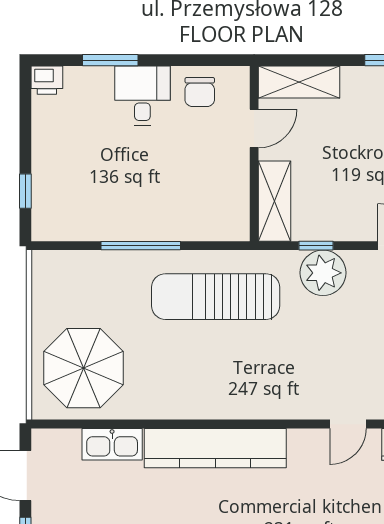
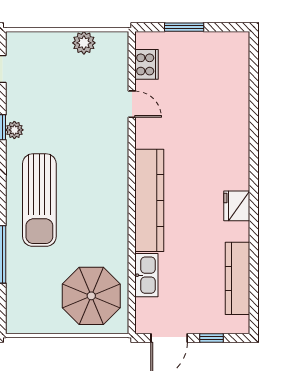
plant: (323, 273) -> (14, 130), width x0.53, depth x0.53

